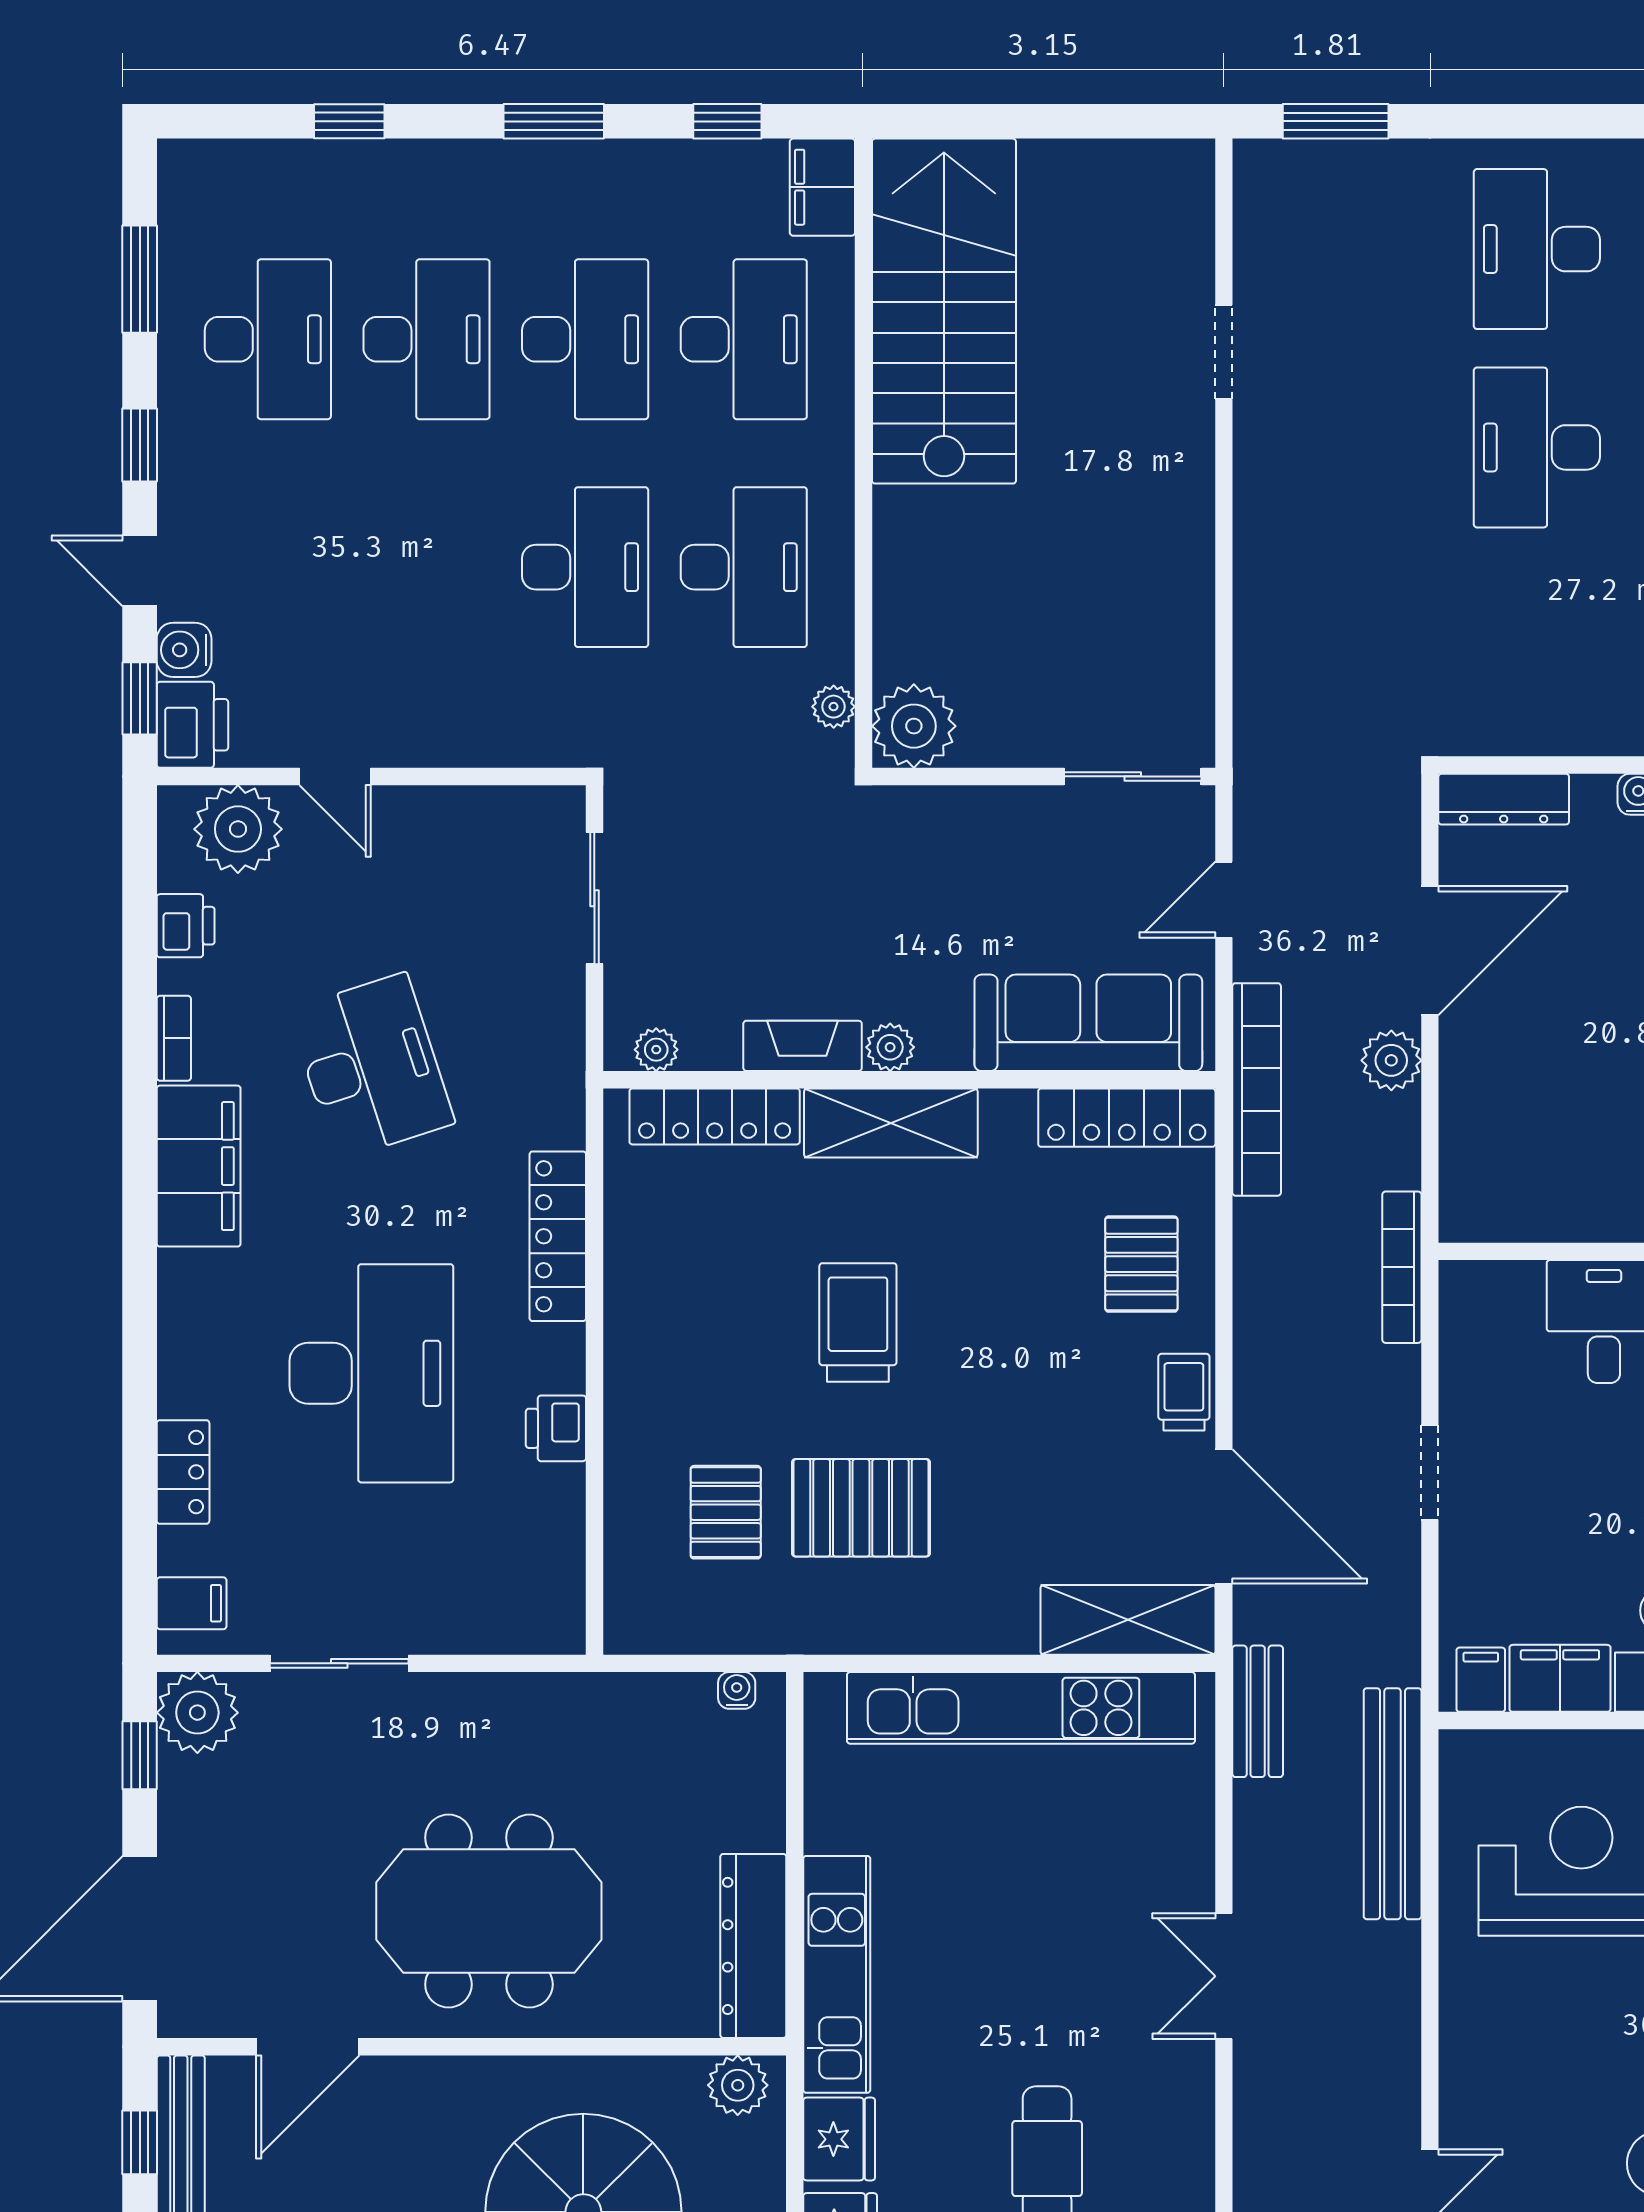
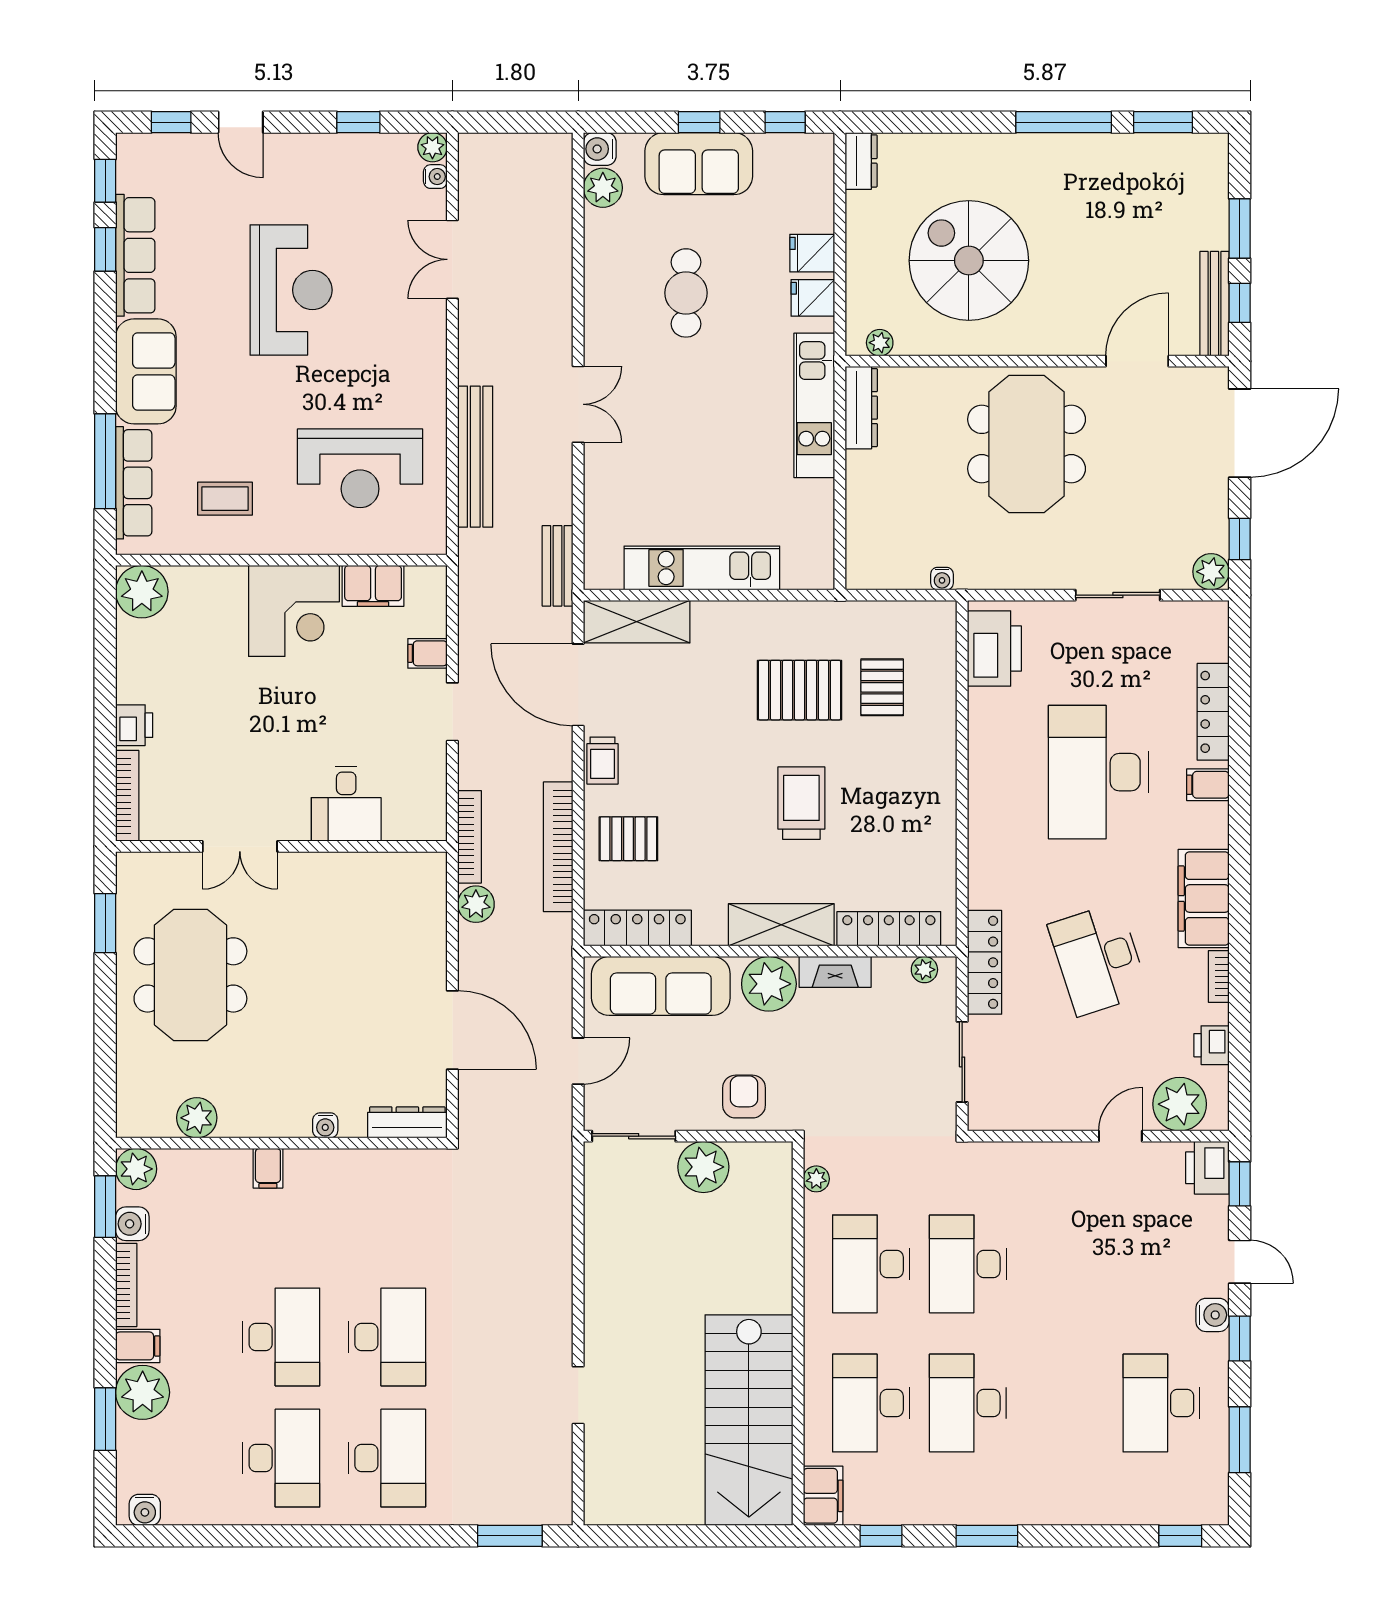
window: (349, 121) -> (1180, 1536), moved
desk: (426, 339) -> (1065, 1403), removed
water cooler: (184, 650) -> (1213, 1315), moved
plant: (914, 726) -> (703, 1167), moved
door: (335, 776) -> (1120, 1136), hinge flipped
armchair: (952, 842) -> (744, 1097), added
door: (1430, 951) -> (452, 1030), swing flipped
plant: (890, 1047) -> (769, 984), width x1.87, depth x1.87
plant: (1391, 1060) -> (476, 904), moved
bookcase: (1257, 1089) -> (558, 847), moved
locker: (558, 1236) -> (985, 962), moved
pallet: (1141, 1264) -> (628, 839), turned 90
trolley: (858, 1323) -> (801, 803), turned 180
printer: (556, 1428) -> (994, 649), moved, width x1.87, depth x1.48
locker: (183, 1472) -> (1213, 712), width x1.53
filing cabinet: (192, 1603) -> (1208, 785), moved
filing cabinet: (1481, 1680) -> (427, 653), moved, turned 90
water cooler: (737, 1690) -> (942, 579), moved
kitchen unit: (1021, 1708) -> (702, 568), width x0.73
plant: (197, 1713) -> (1211, 572), width x0.73, depth x0.73
bench: (1393, 1804) -> (475, 457), moved
meeting table: (489, 1911) -> (1027, 444), turned 90
dresser: (753, 1946) -> (861, 408), width x0.73, depth x0.80
plant: (738, 2085) -> (880, 343), width x0.73, depth x0.73
fridge: (839, 2139) -> (813, 298), width x0.72

